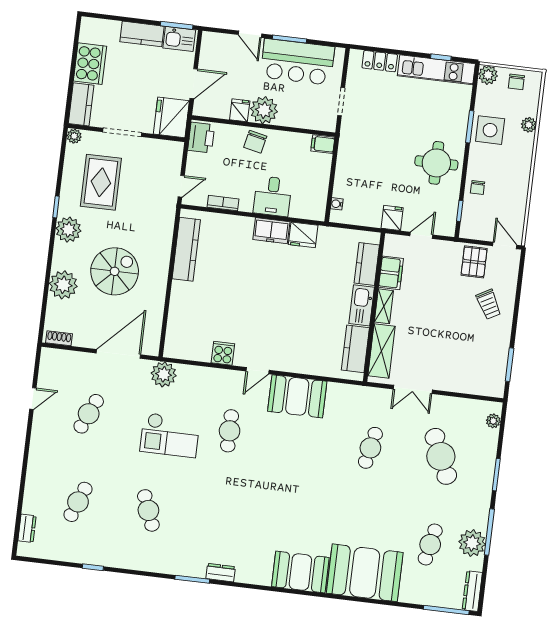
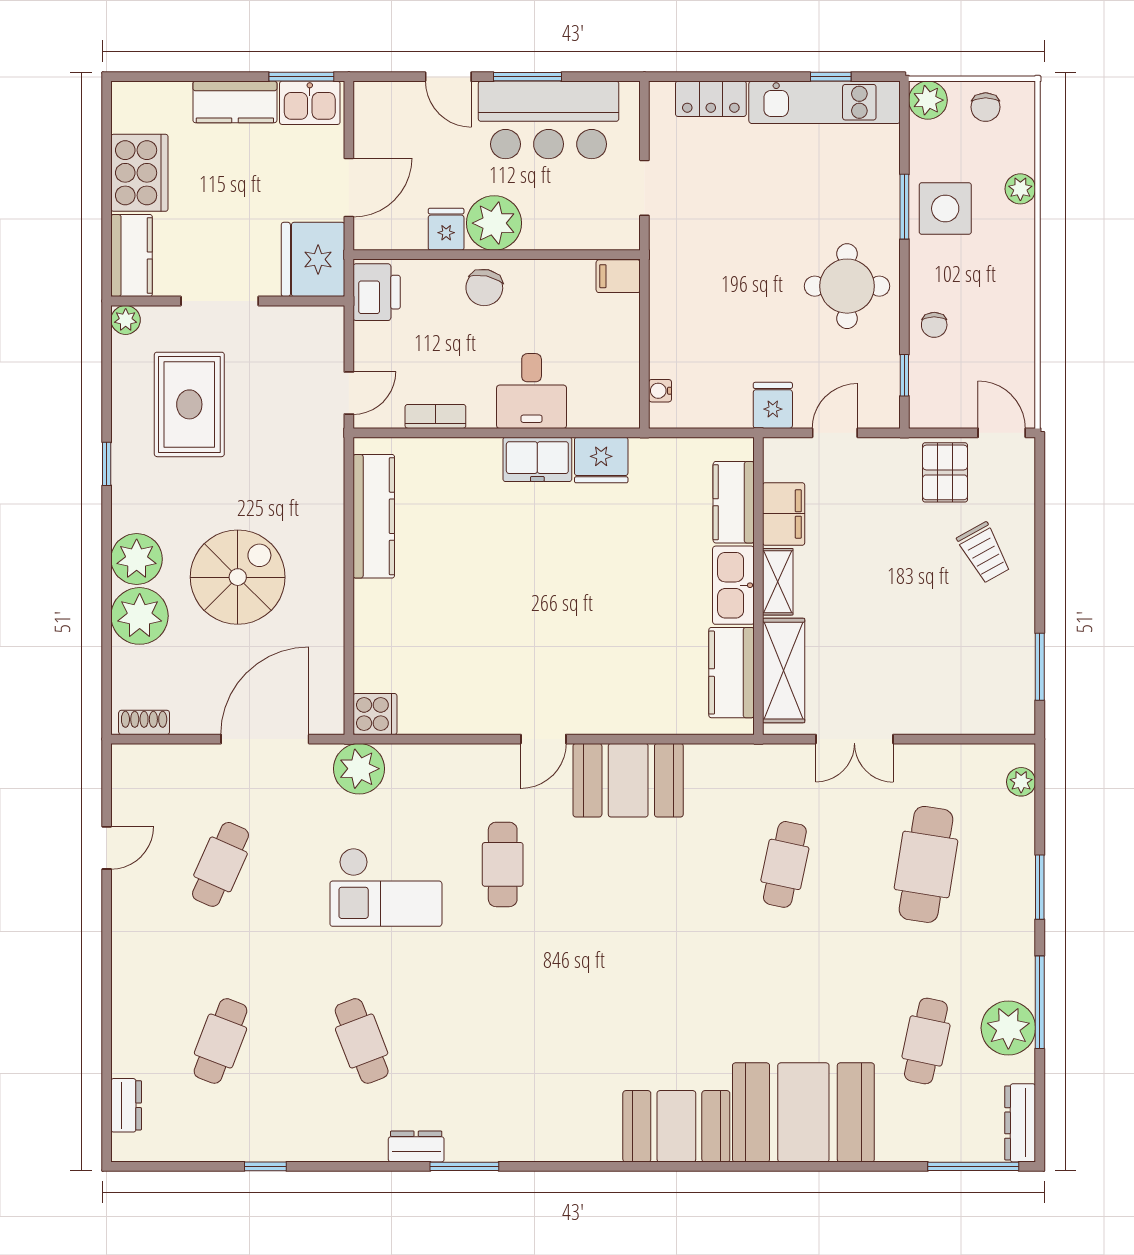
plant: (68, 230) -> (137, 559), moved
cooker: (223, 353) -> (375, 714), moved, turned 90
cafe table: (441, 456) -> (926, 864), turned 33
dresser: (221, 573) -> (416, 1147), moved

